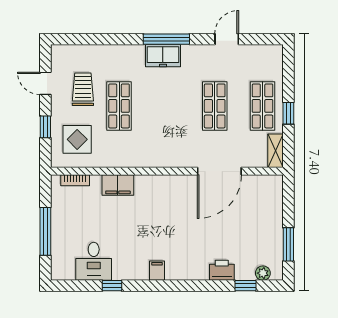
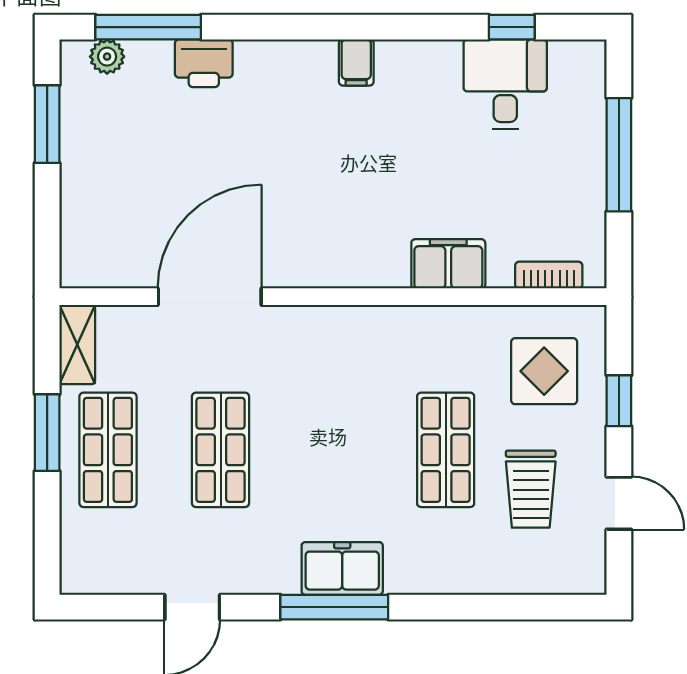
window: (288, 113) -> (47, 433), width x1.50
window: (112, 286) -> (512, 27), moved
window: (245, 286) -> (148, 27), width x2.17

